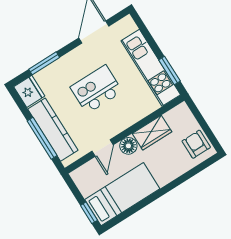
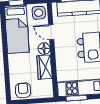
armchair: (196, 144) -> (23, 90), turned -90
side table: (86, 177) -> (39, 13), added

